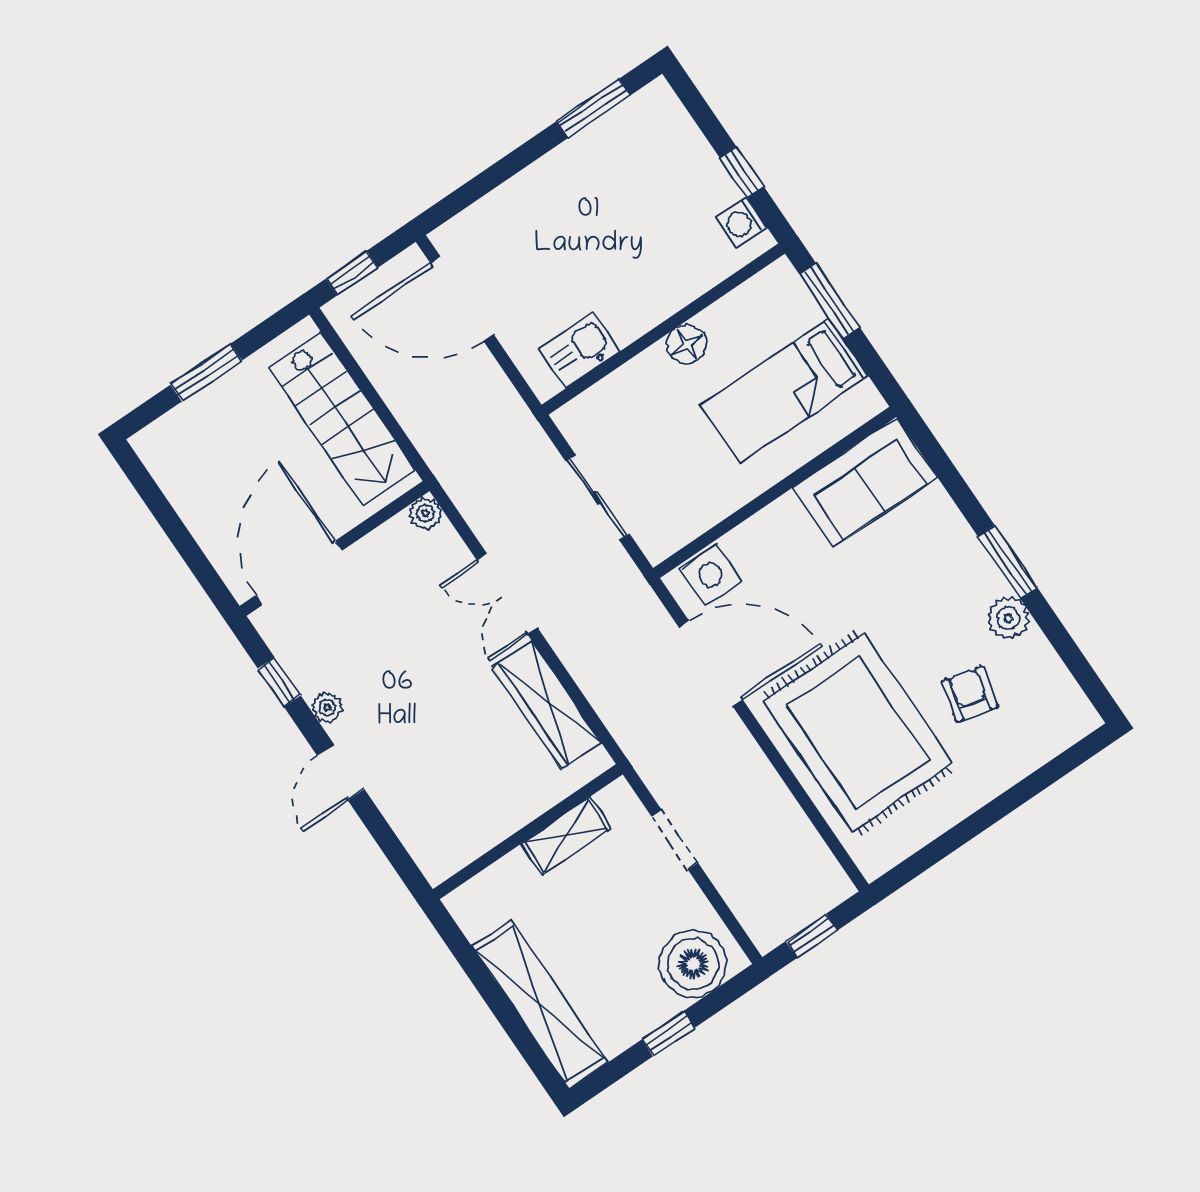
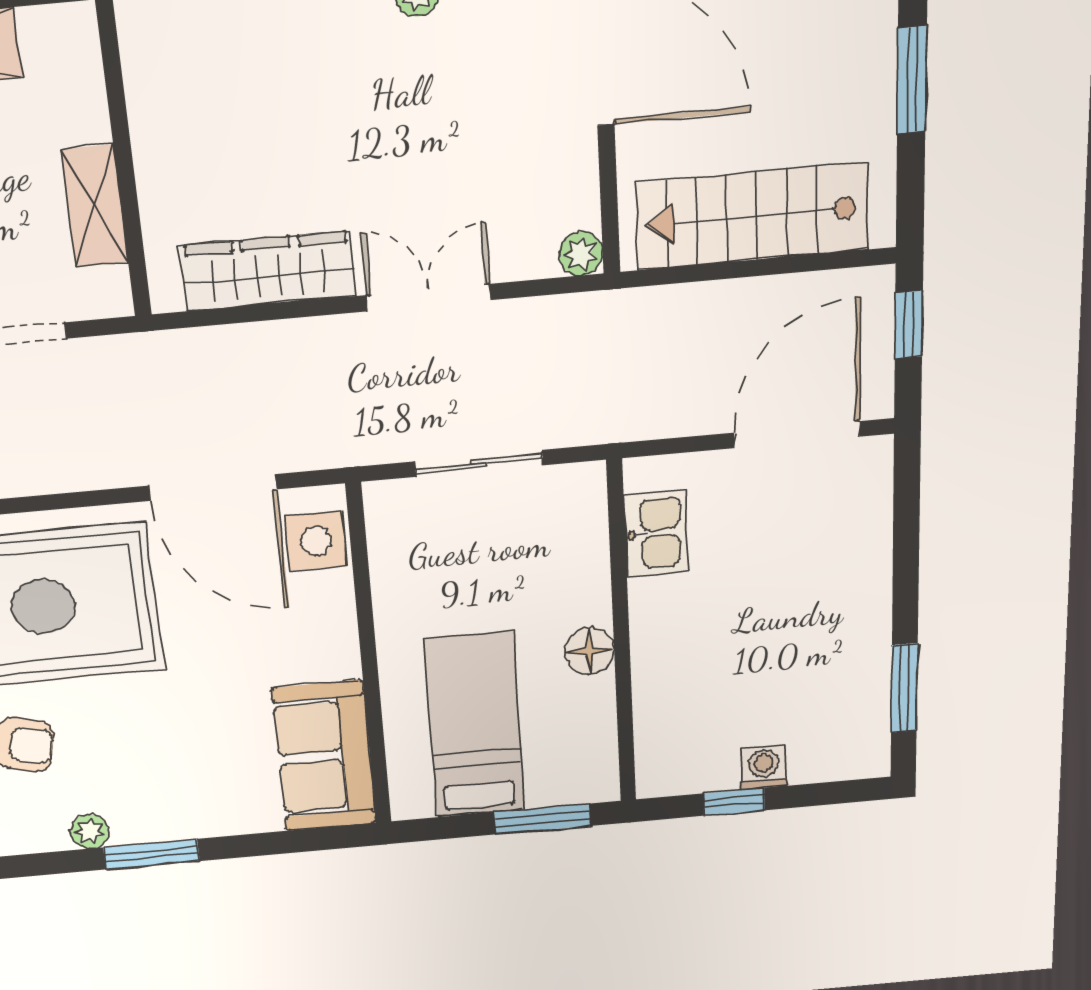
washing machine: (742, 222) -> (764, 767), moved
plant: (1008, 618) -> (90, 831), width x0.73, depth x0.73
door: (711, 664) -> (213, 487), hinge flipped

